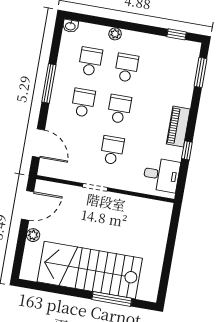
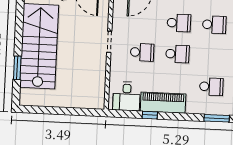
school desk: (126, 68) -> (211, 87), moved
piano: (178, 127) -> (163, 103), width x1.37, depth x1.33
window: (112, 299) -> (17, 68), width x0.69

